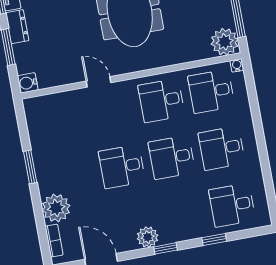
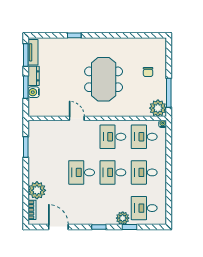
water cooler: (28, 83) -> (34, 92), moved
window: (30, 167) -> (26, 147), moved
plant: (148, 237) -> (123, 218), moved

